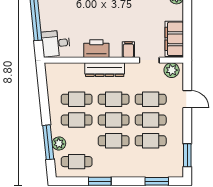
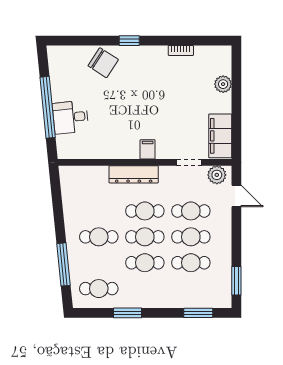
desk: (56, 43) -> (70, 117), moved
printer: (96, 49) -> (123, 148), removed
filing cabinet: (128, 50) -> (148, 149), moved
cafe table: (77, 99) -> (99, 211), removed
door: (187, 99) -> (236, 196), moved
plant: (59, 143) -> (77, 266), removed

